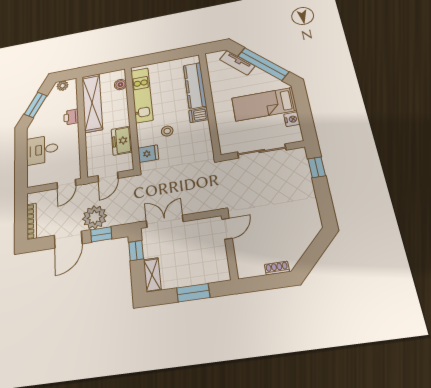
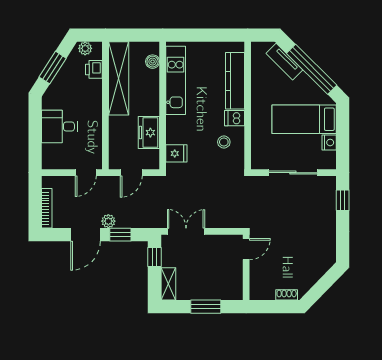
printer: (71, 117) -> (94, 69), moved
stool: (167, 131) -> (224, 142), moved
plant: (95, 217) -> (108, 221), width x0.53, depth x0.53

